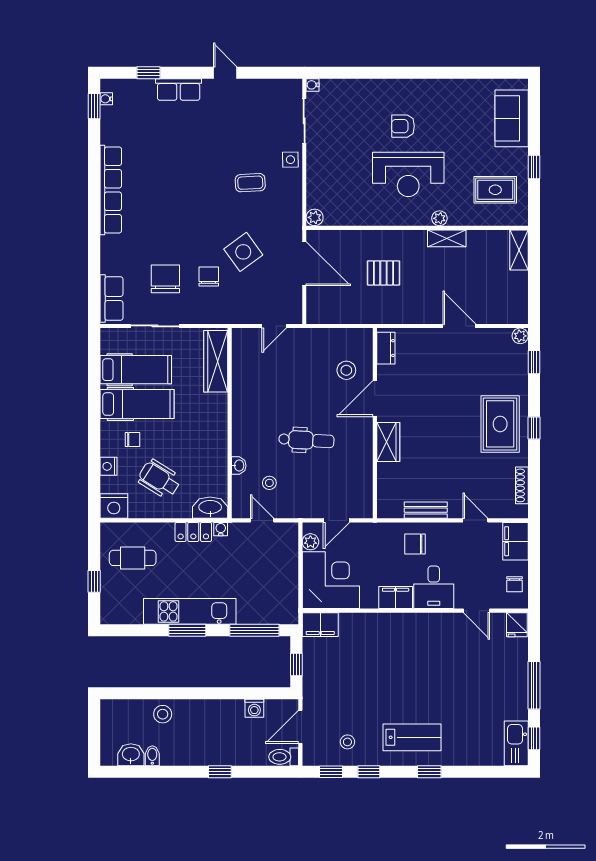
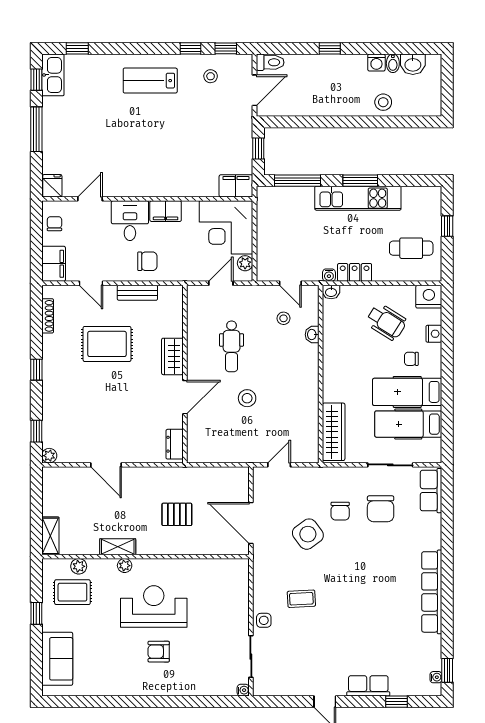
armchair: (403, 126) -> (159, 652), turned 180
plant: (315, 217) -> (79, 566), moved
stool: (346, 370) -> (247, 398), moved
rug: (500, 424) -> (107, 344), moved, turned 90
dental chair: (306, 440) -> (232, 346), moved, turned -93
washbasin: (210, 508) -> (331, 292), width x0.52, depth x0.69
door: (476, 611) -> (90, 199), hinge flipped
washing machine: (254, 708) -> (376, 63), moved, turned 180
window: (429, 772) -> (77, 48), moved

